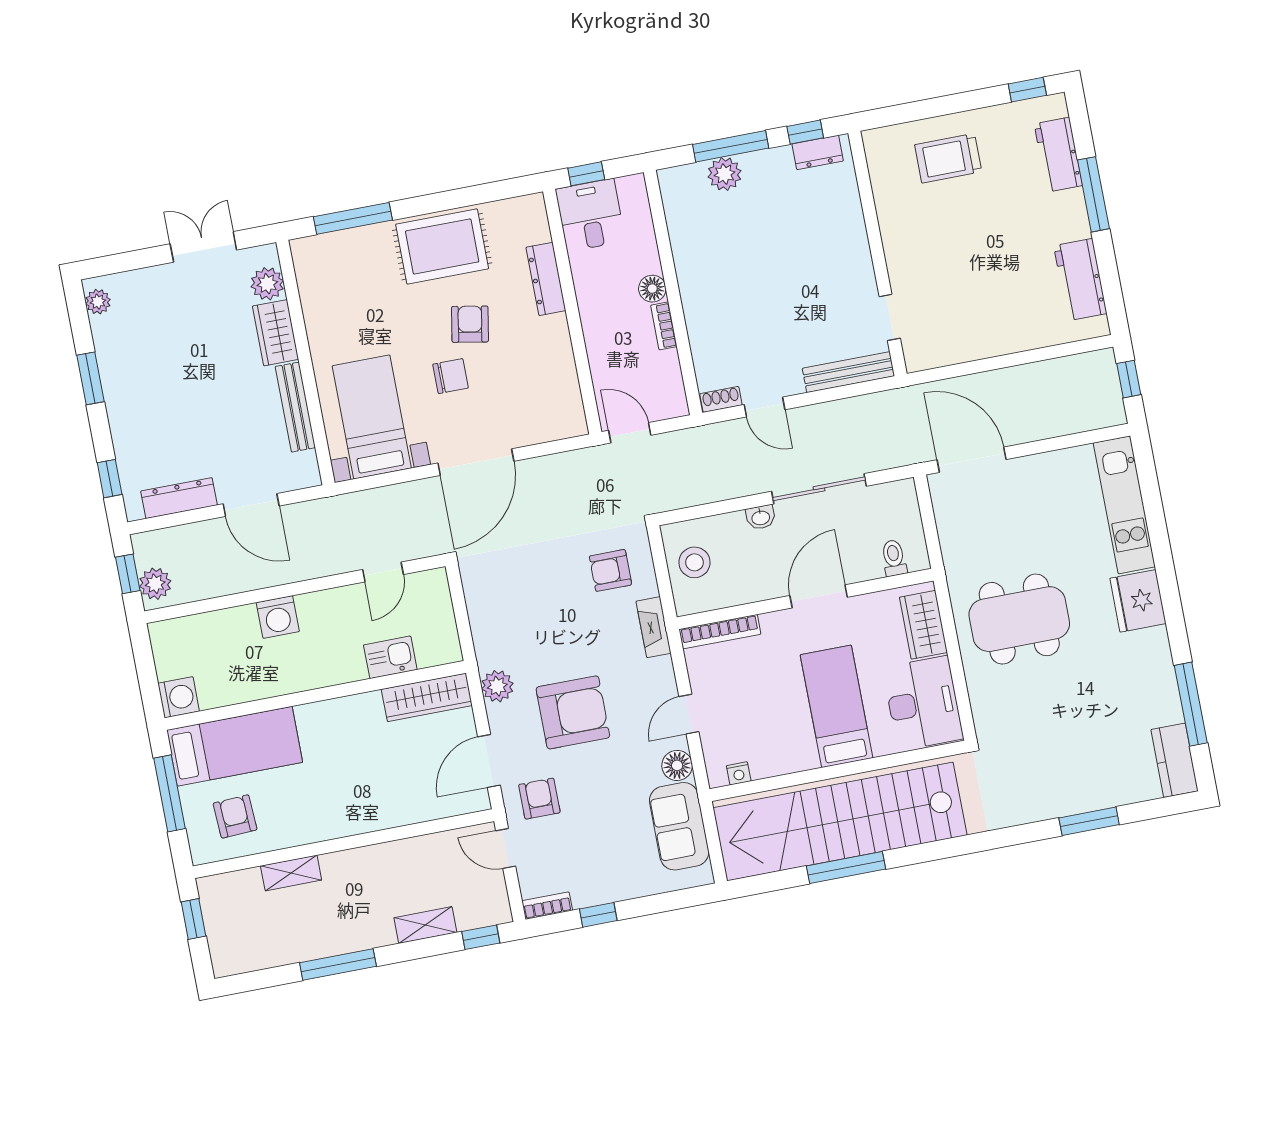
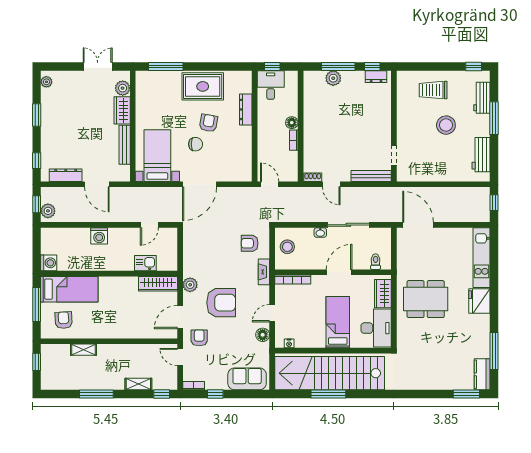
stool: (991, 229) -> (446, 125), added
window: (1089, 821) -> (466, 394), moved
sofa: (679, 826) -> (247, 379), moved, turned 90

